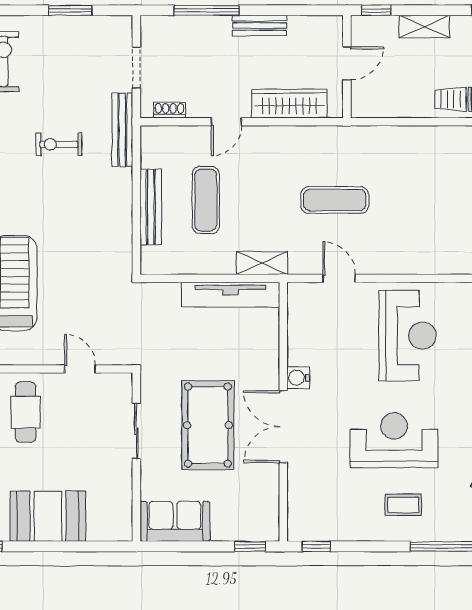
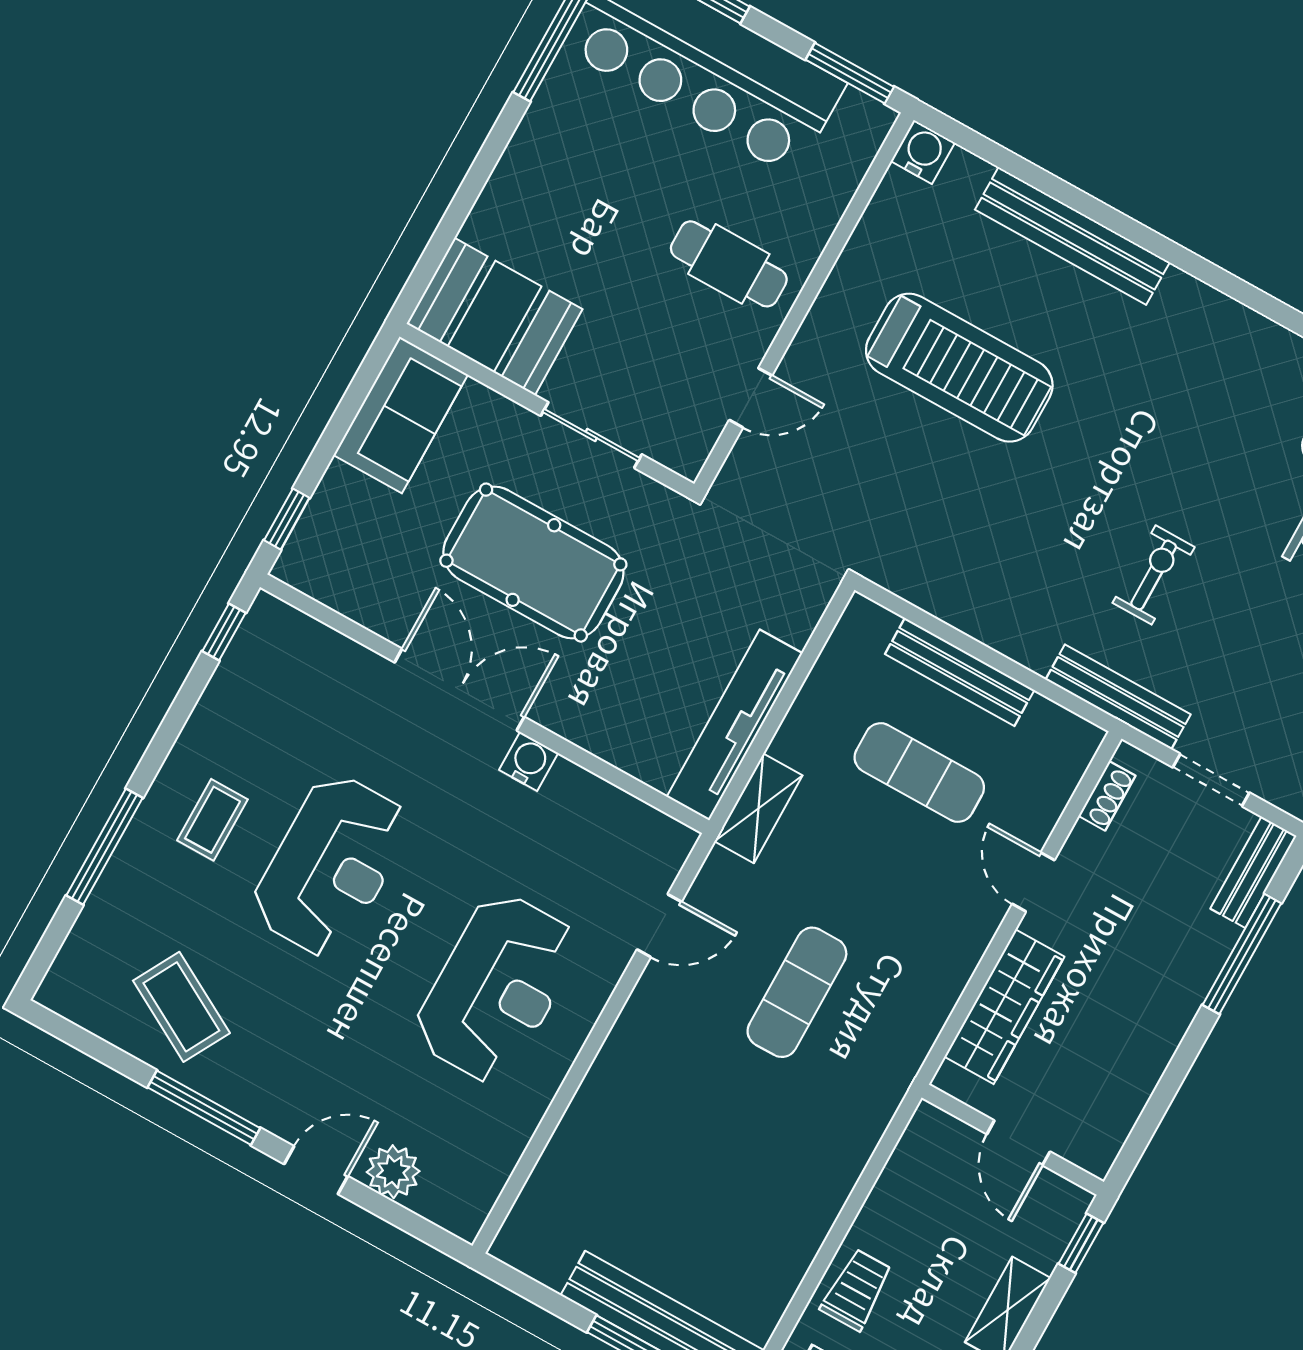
bench: (260, 26) -> (1253, 872), moved
reception desk: (408, 336) -> (497, 988), turned -90
booth: (48, 516) -> (495, 317), moved, turned 90

